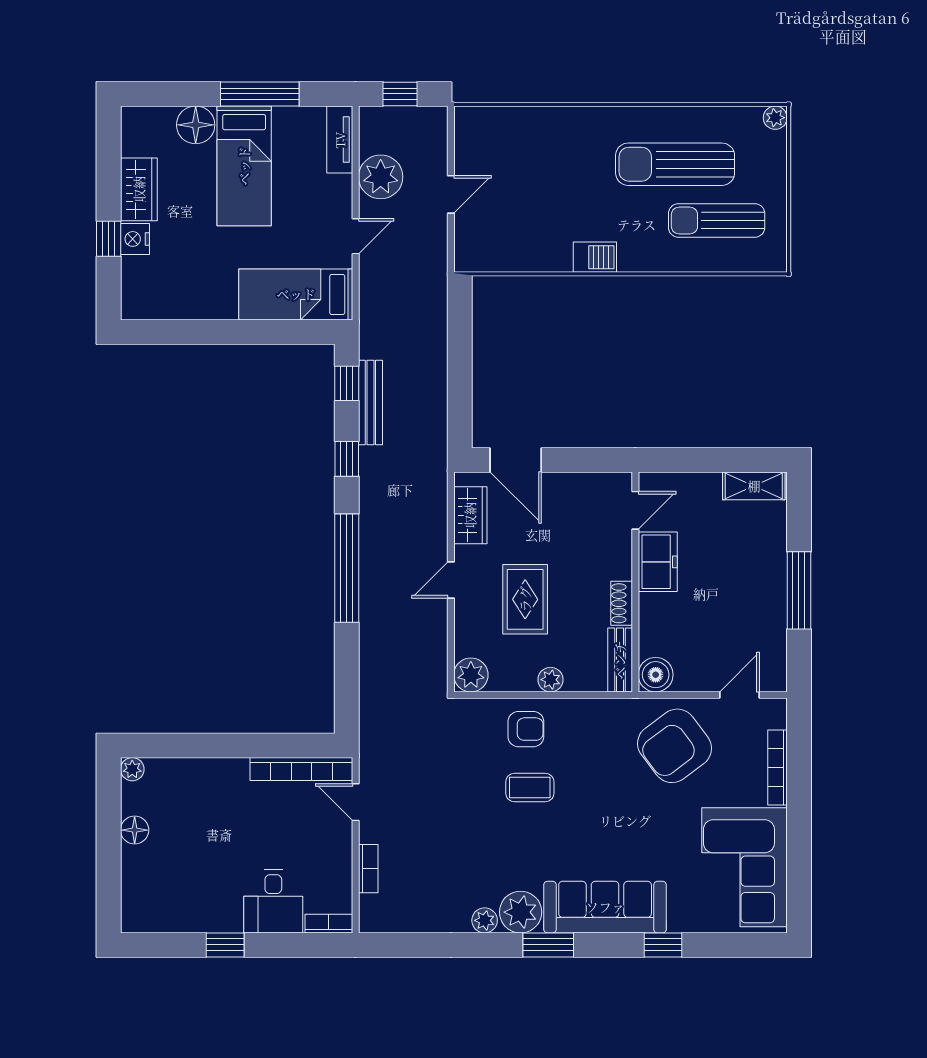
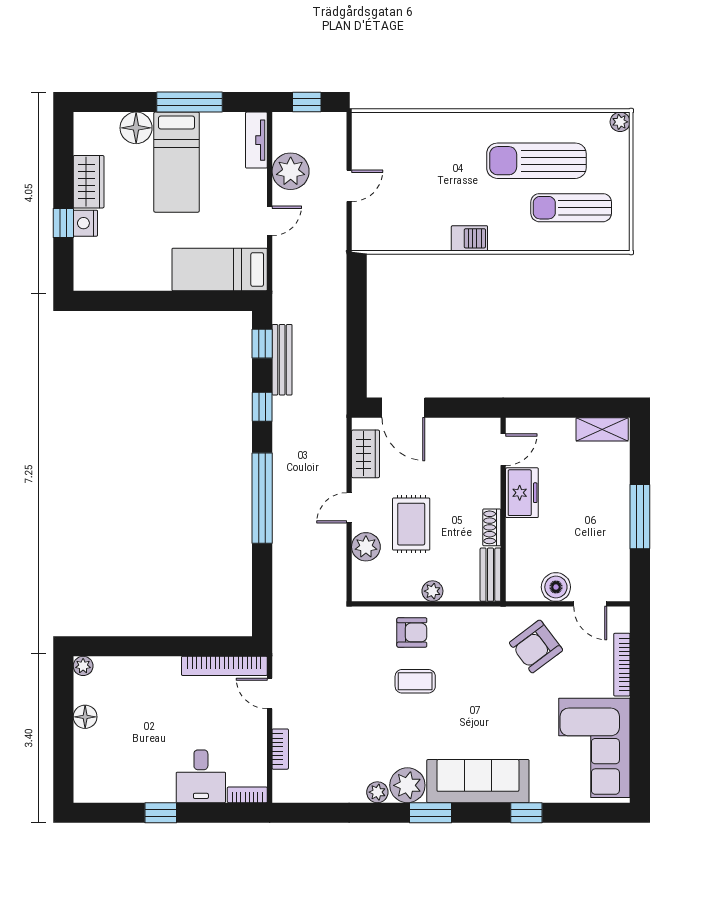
plant: (471, 675) -> (366, 547), moved
boiler: (656, 675) -> (556, 587), moved
door: (739, 695) -> (590, 604), swing flipped
armchair: (675, 746) -> (536, 646), width x0.73, depth x0.73

